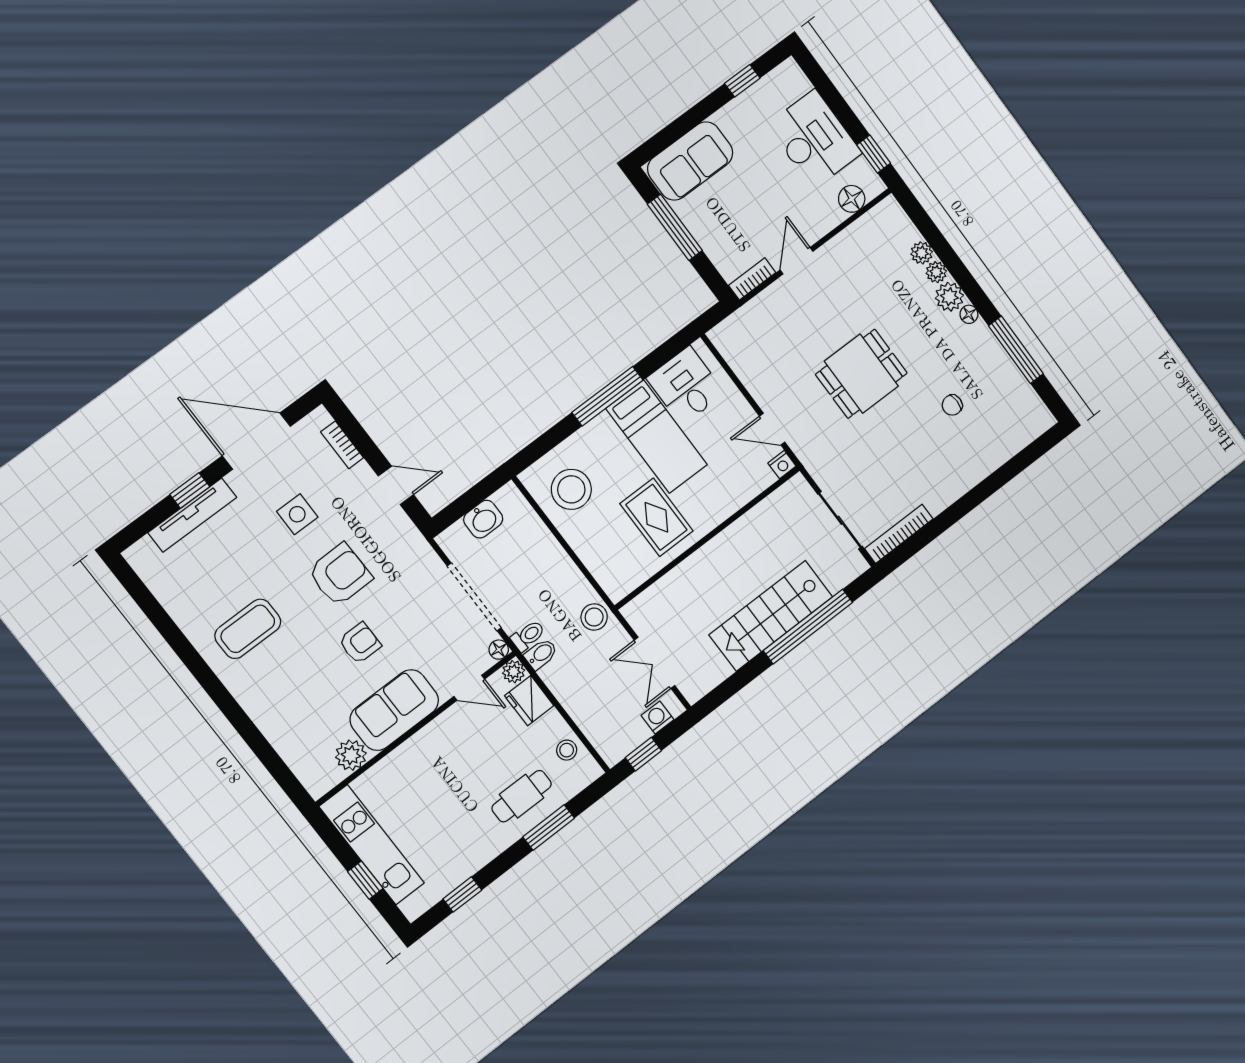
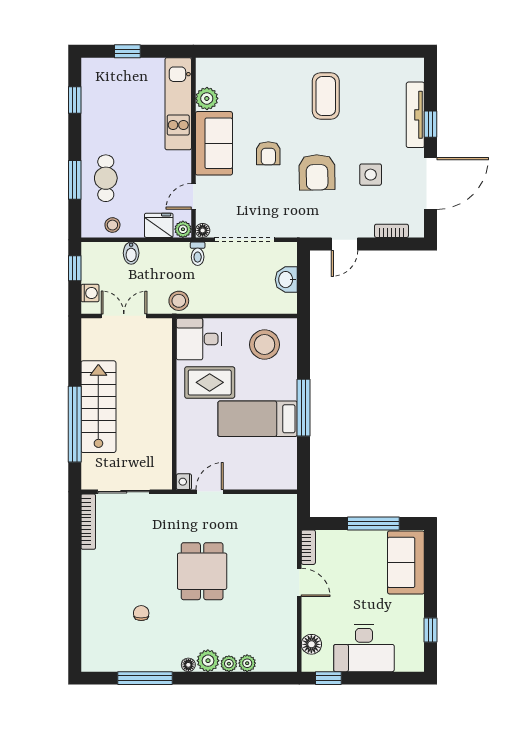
desk: (686, 386) -> (199, 339), moved, turned 180
bidet: (541, 654) -> (131, 253), moved
kitchen unit: (372, 845) -> (178, 104), moved, turned 90

